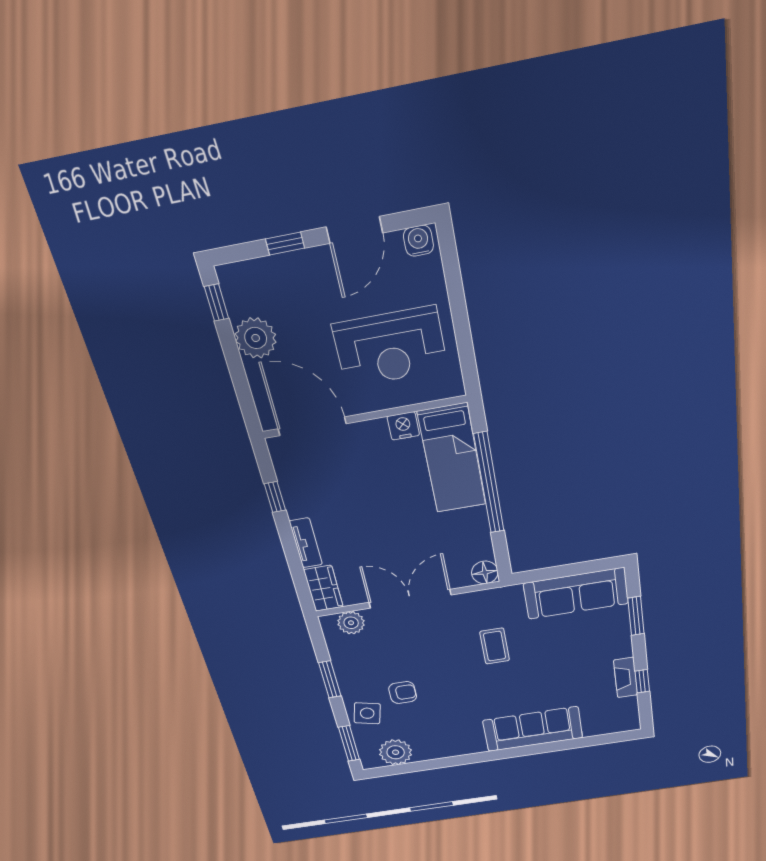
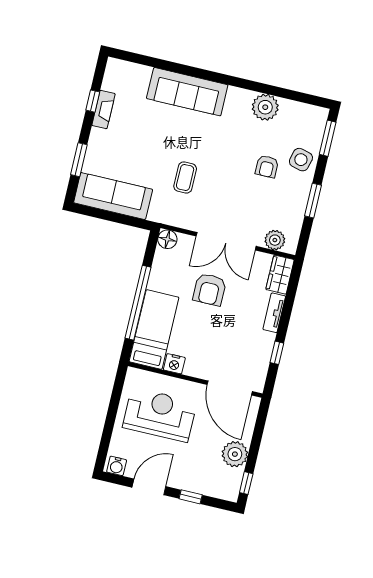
armchair: (403, 537) -> (210, 289), added
armchair: (403, 693) -> (267, 166), turned -90
plant: (396, 752) -> (265, 107), moved

